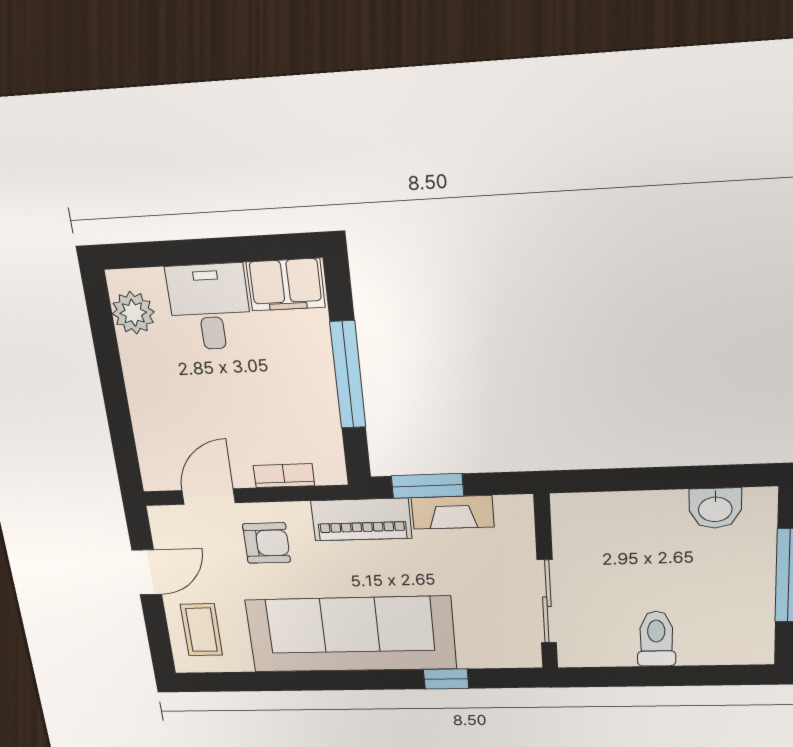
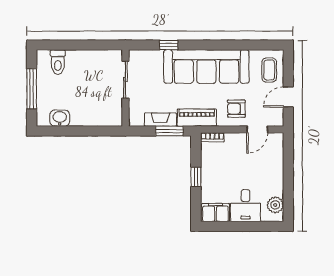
window: (348, 375) -> (196, 177), width x0.46
bookcase: (284, 476) -> (212, 137), moved
toilet: (656, 639) -> (58, 62), moved

